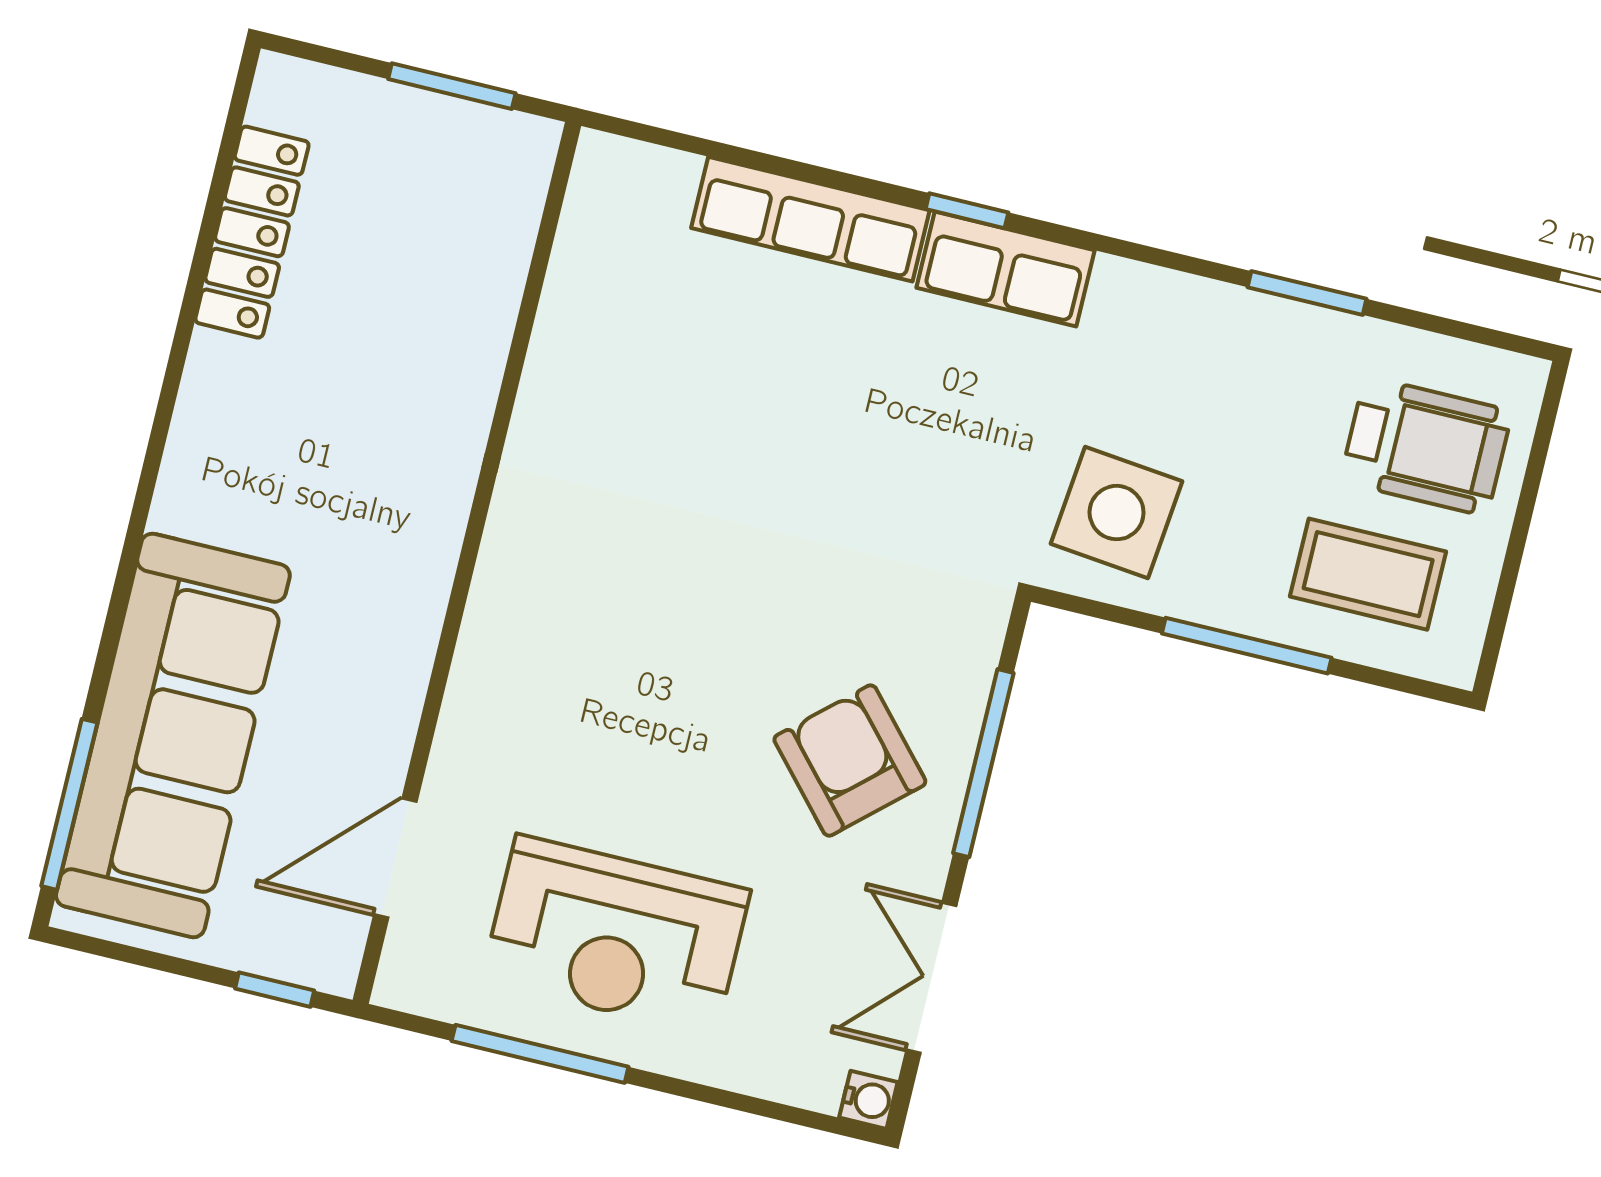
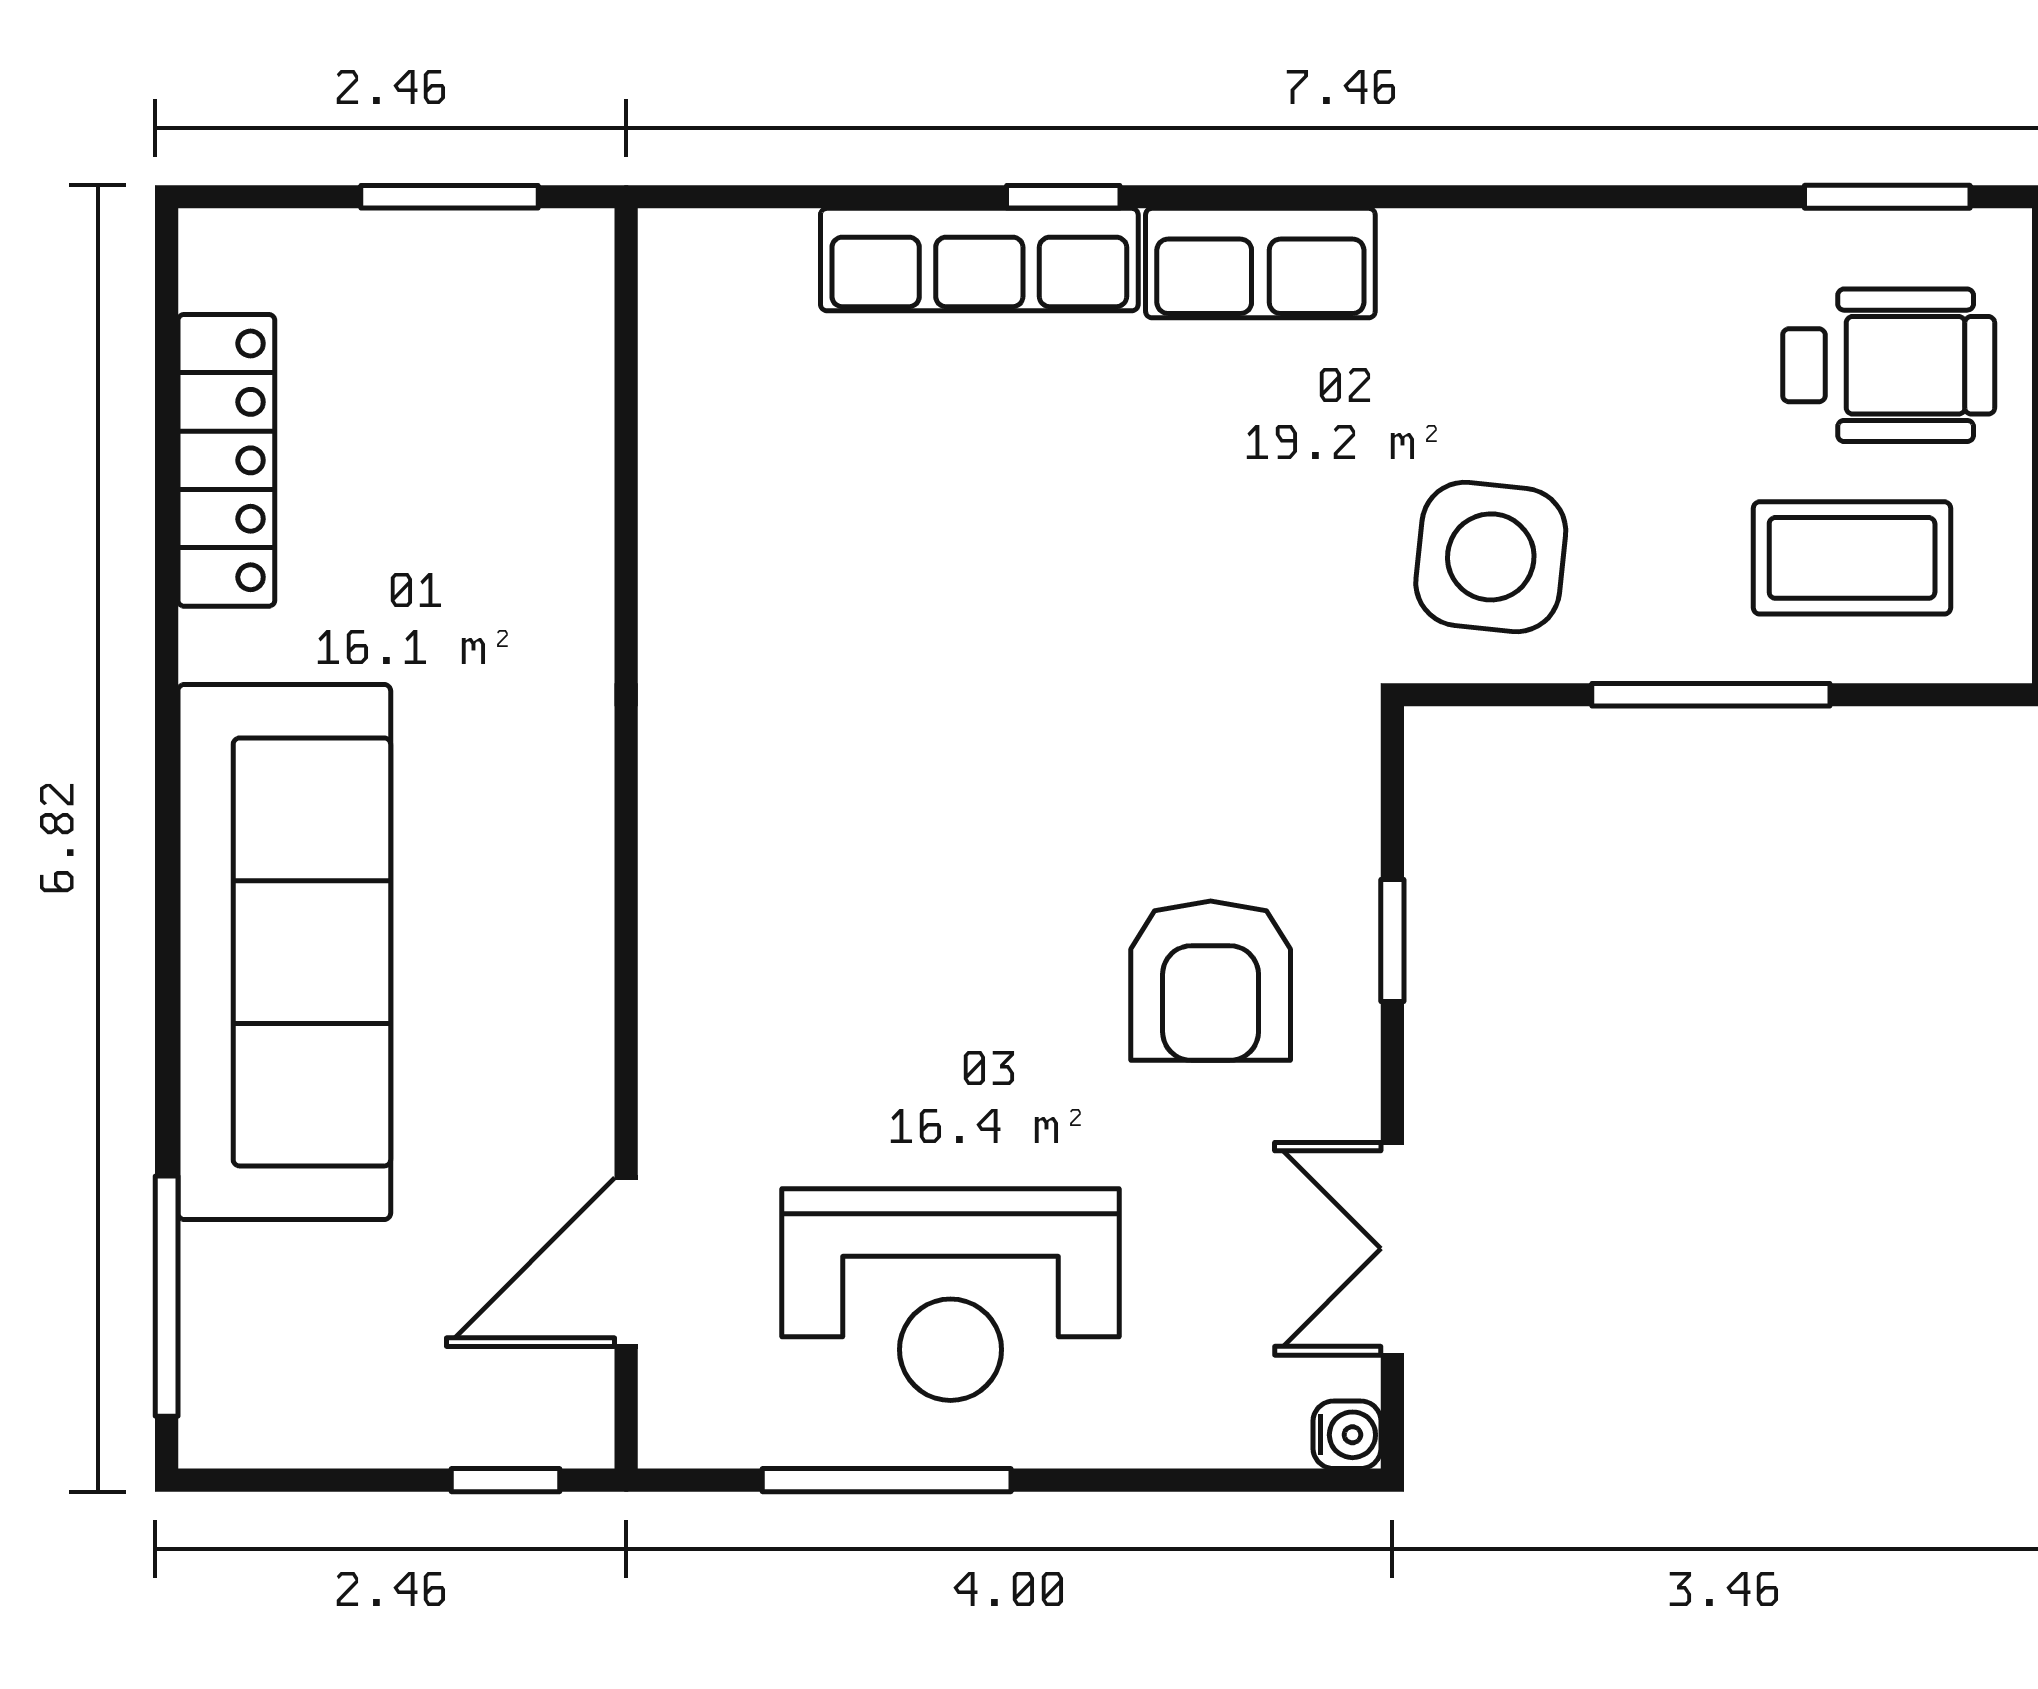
window: (967, 211) -> (1063, 197), moved
window: (1307, 293) -> (1887, 197), moved
sofa: (173, 735) -> (284, 952), moved
armchair: (850, 761) -> (1211, 981), turned -138
window: (983, 763) -> (1392, 940), width x0.46

